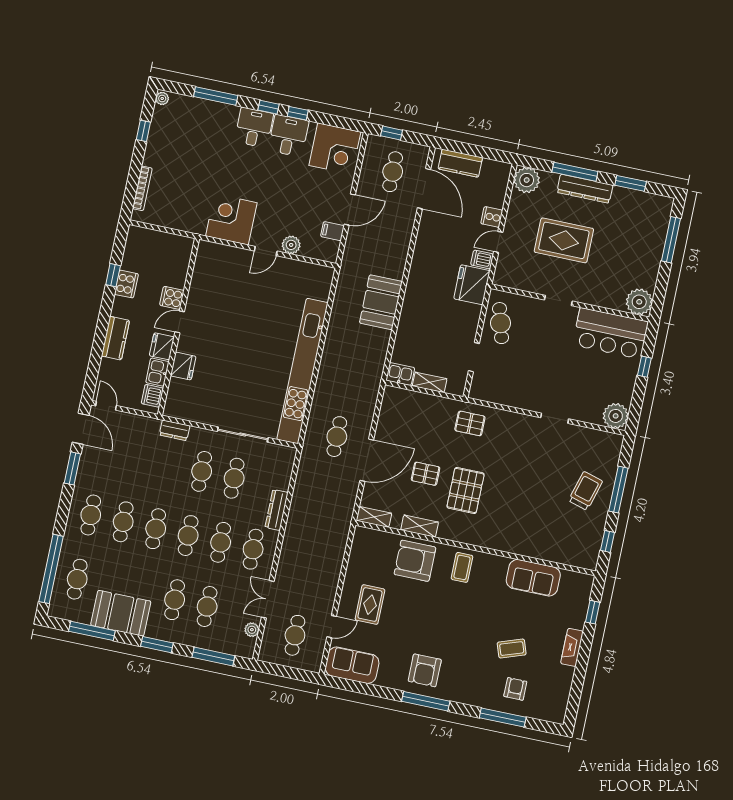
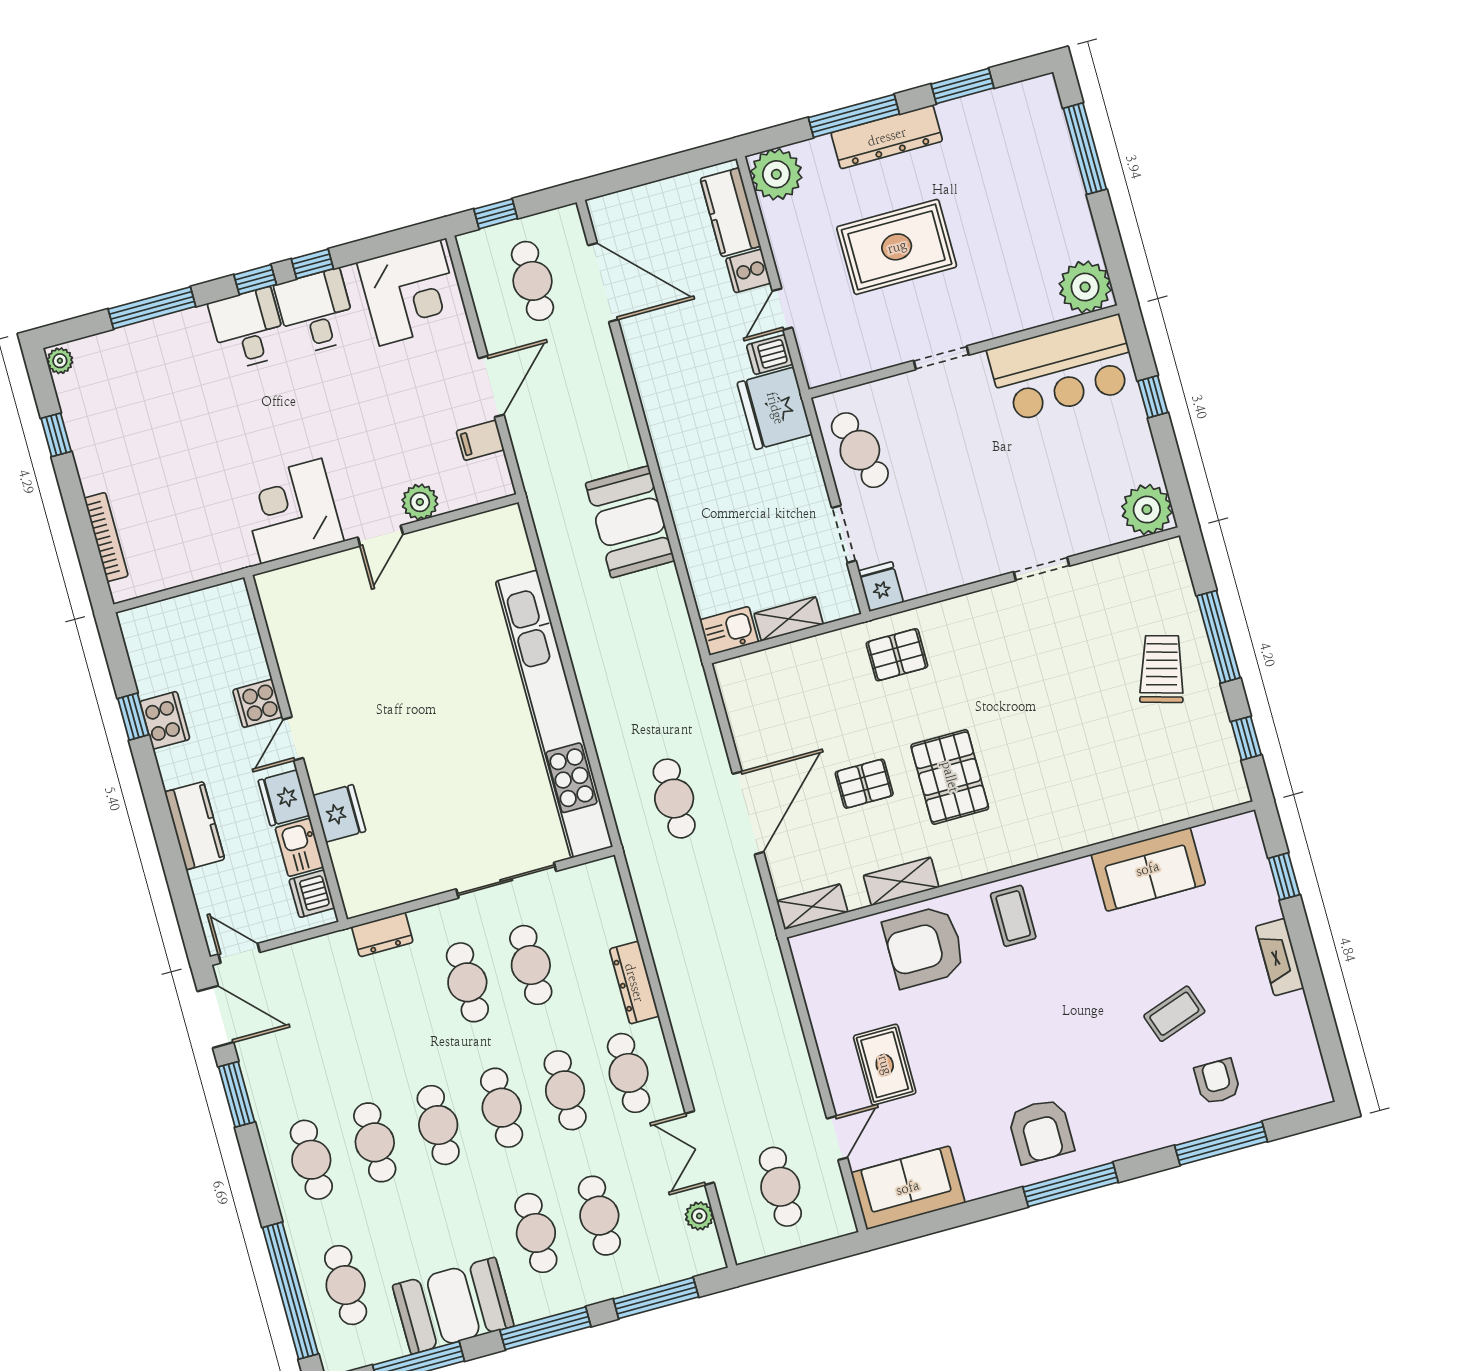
kitchen counter: (460, 163) -> (730, 212), moved, turned 90
fridge: (478, 389) -> (881, 587), added
window: (157, 645) -> (545, 1328), width x1.44

